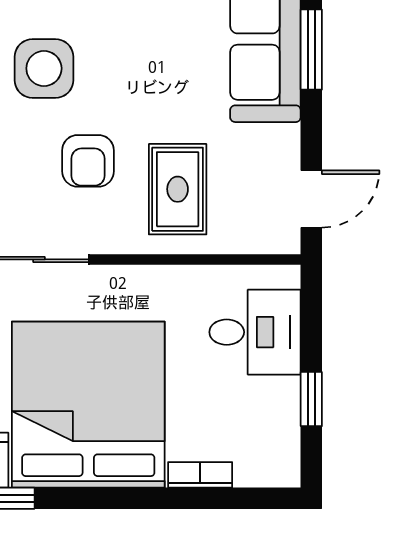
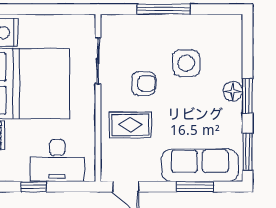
armchair: (88, 161) -> (144, 83), turned 180
desk: (255, 332) -> (57, 161), width x1.37

